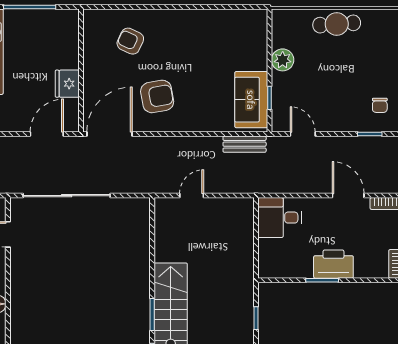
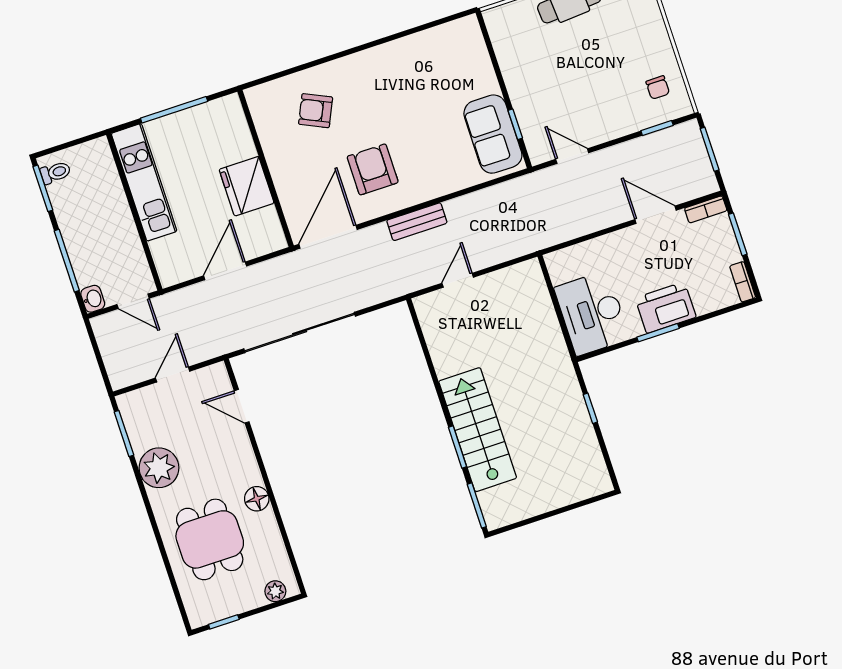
plant: (283, 60) -> (516, 71), removed
fridge: (67, 84) -> (247, 186), width x1.36, depth x1.34
armchair: (157, 96) -> (373, 169), turned -80
door: (47, 134) -> (225, 271), moved
bench: (245, 144) -> (417, 222), moved
desk: (280, 218) -> (592, 313), moved, width x1.37

